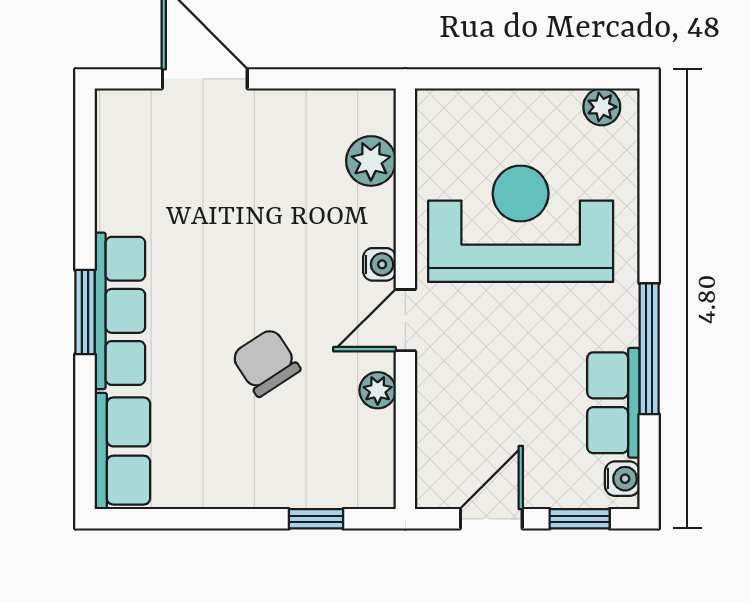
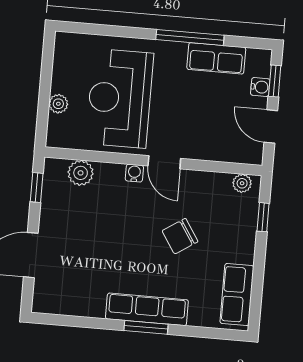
window: (336, 79) -> (37, 187), added
plant: (602, 107) -> (58, 104), moved
plant: (378, 390) -> (242, 183), moved
row of seats: (122, 451) -> (237, 295), moved, turned -90
water cooler: (622, 479) -> (260, 87), moved, turned 90

